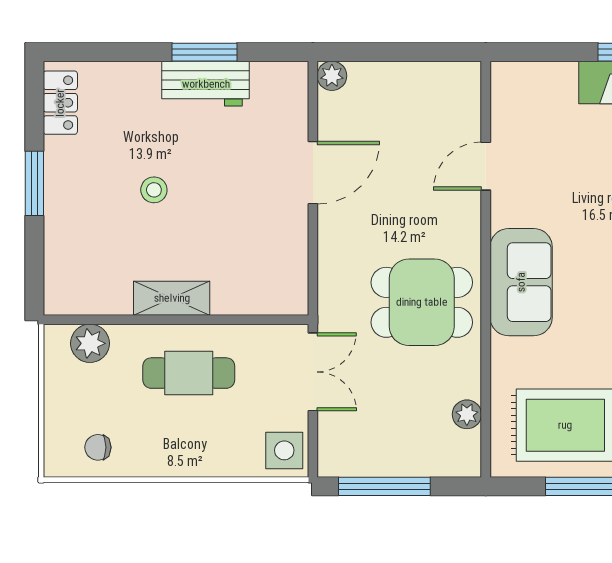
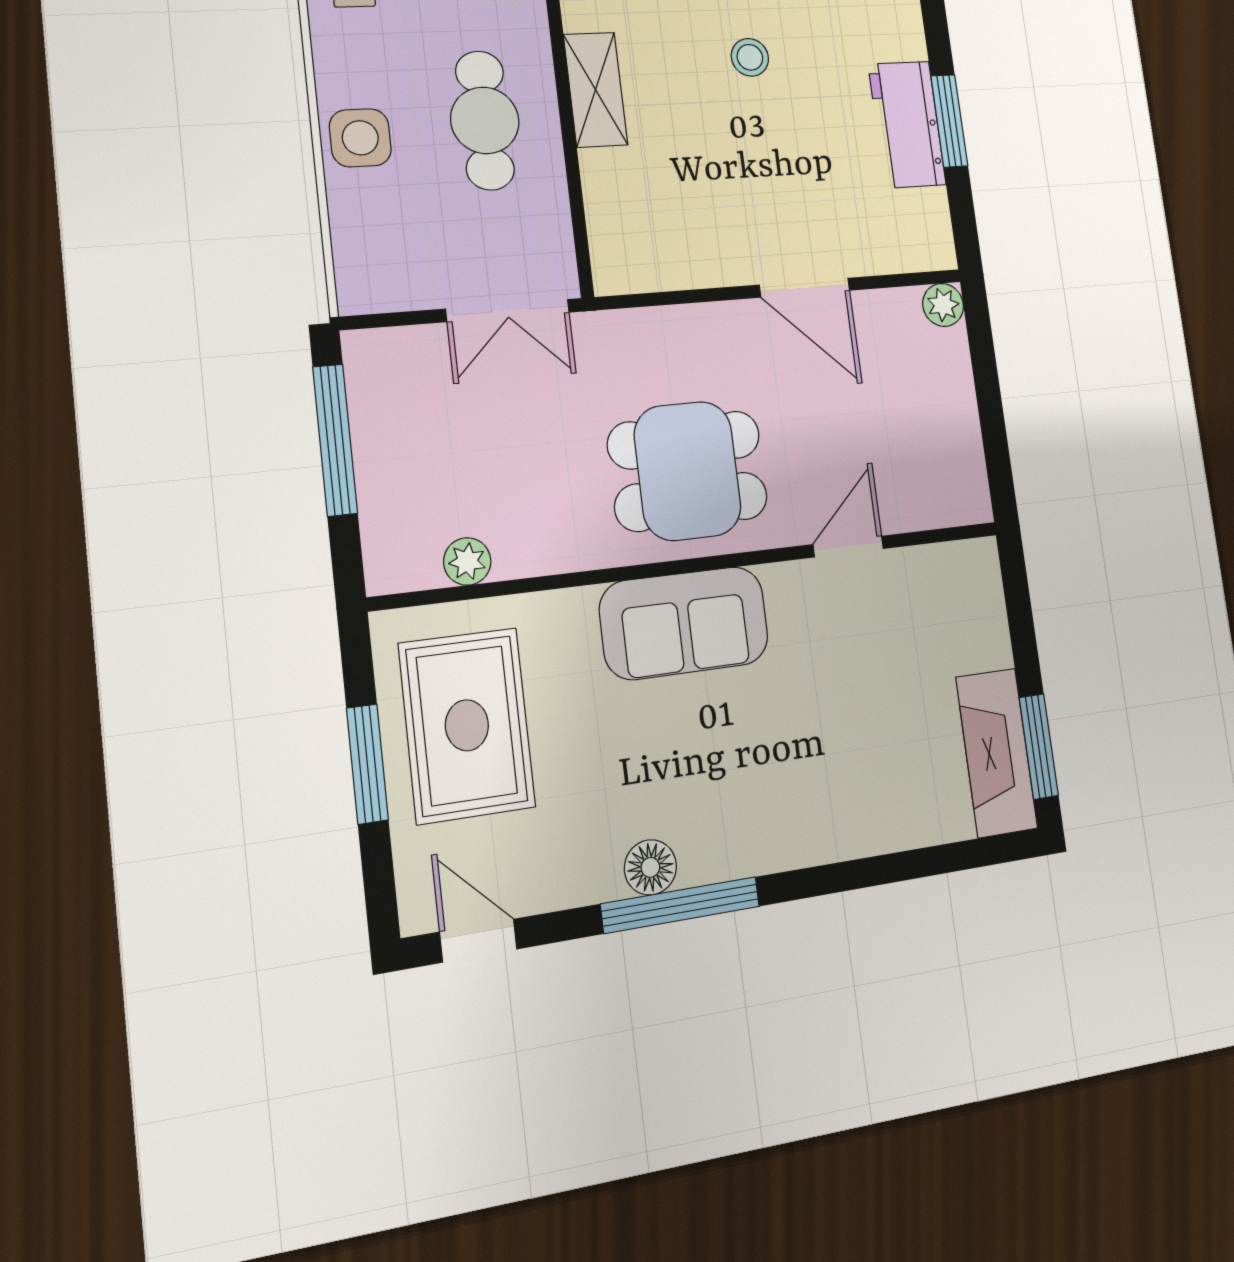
door: (486, 166) -> (848, 546), hinge flipped
dining table: (422, 302) -> (688, 471), moved, turned 90
side table: (284, 450) -> (360, 138), moved

